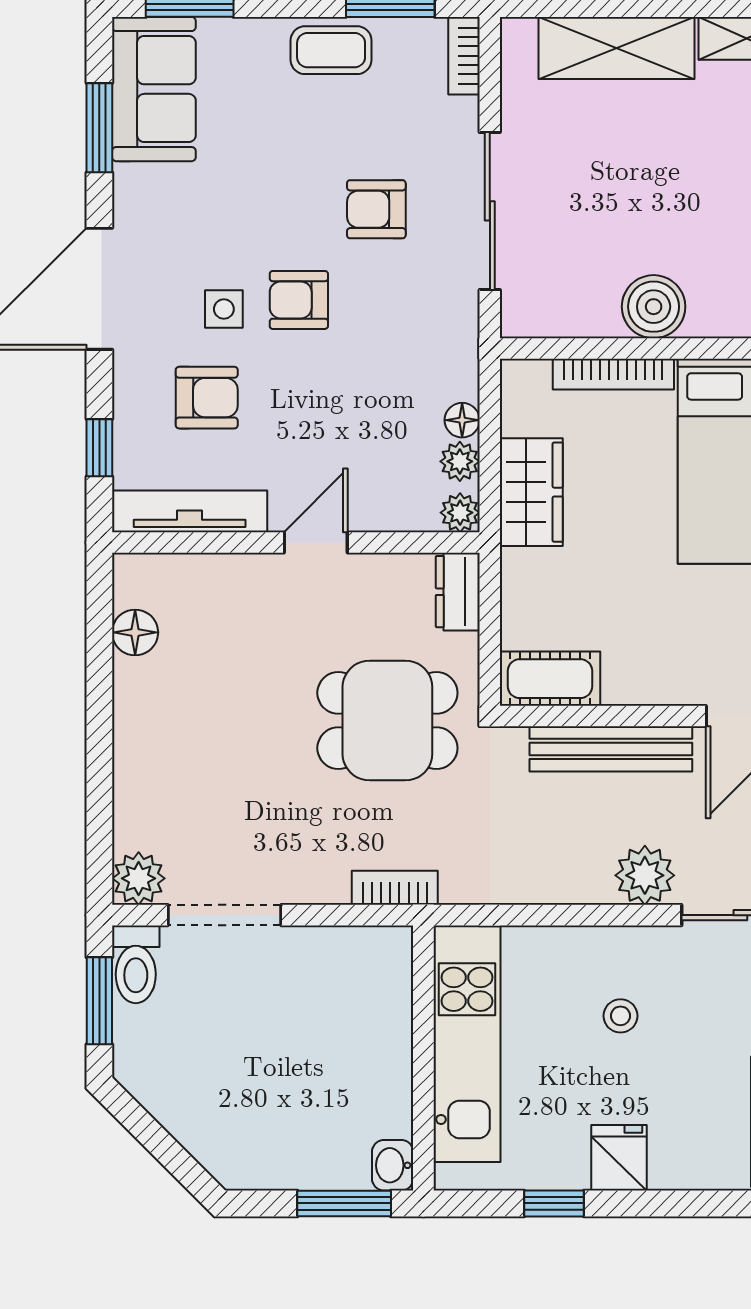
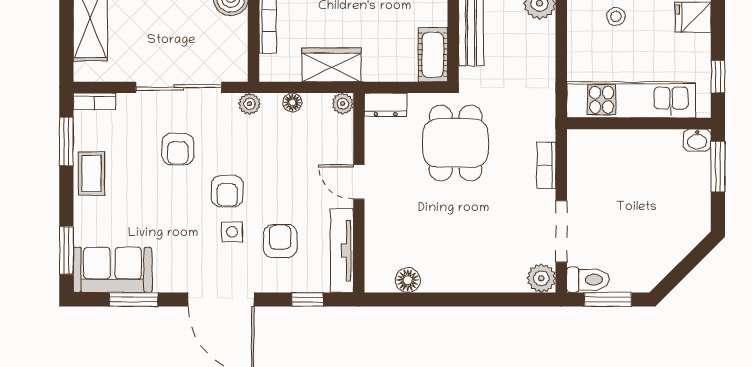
plant: (460, 461) -> (250, 104), moved
bookcase: (395, 888) -> (546, 165), moved
window: (554, 1203) -> (718, 77), moved

